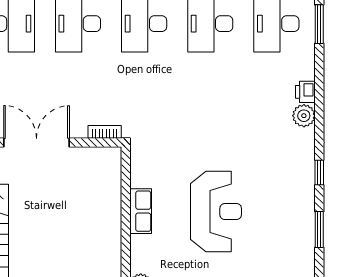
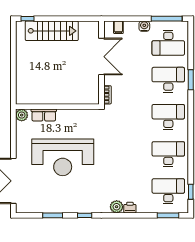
row of seats: (141, 211) -> (44, 115), moved
reception desk: (216, 212) -> (63, 157), width x1.36, depth x1.30

